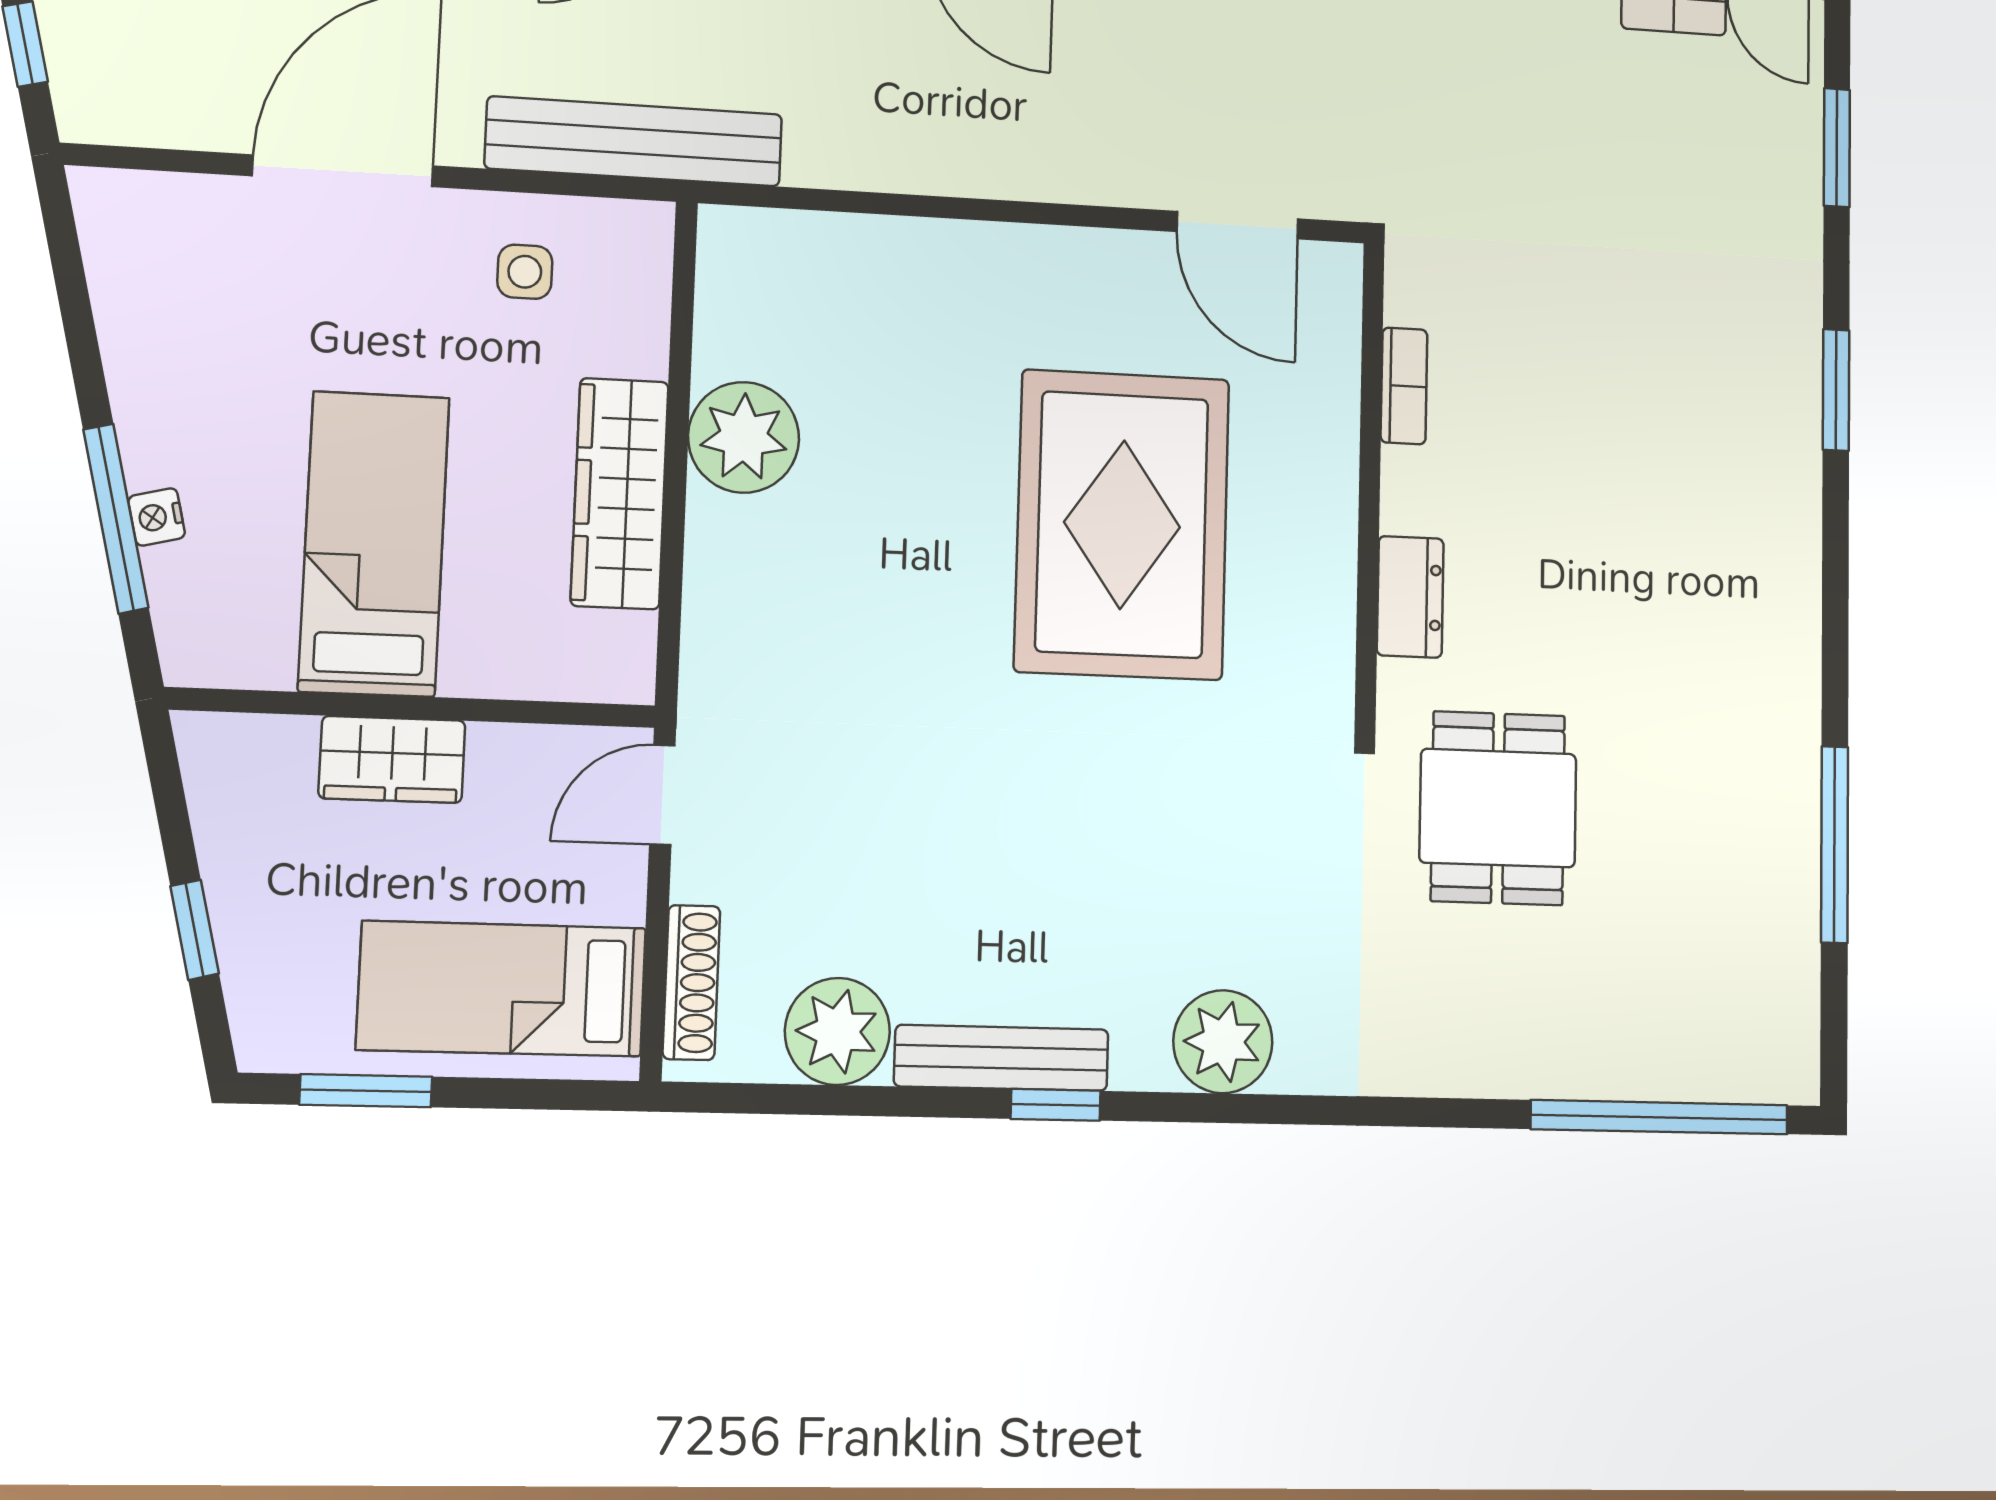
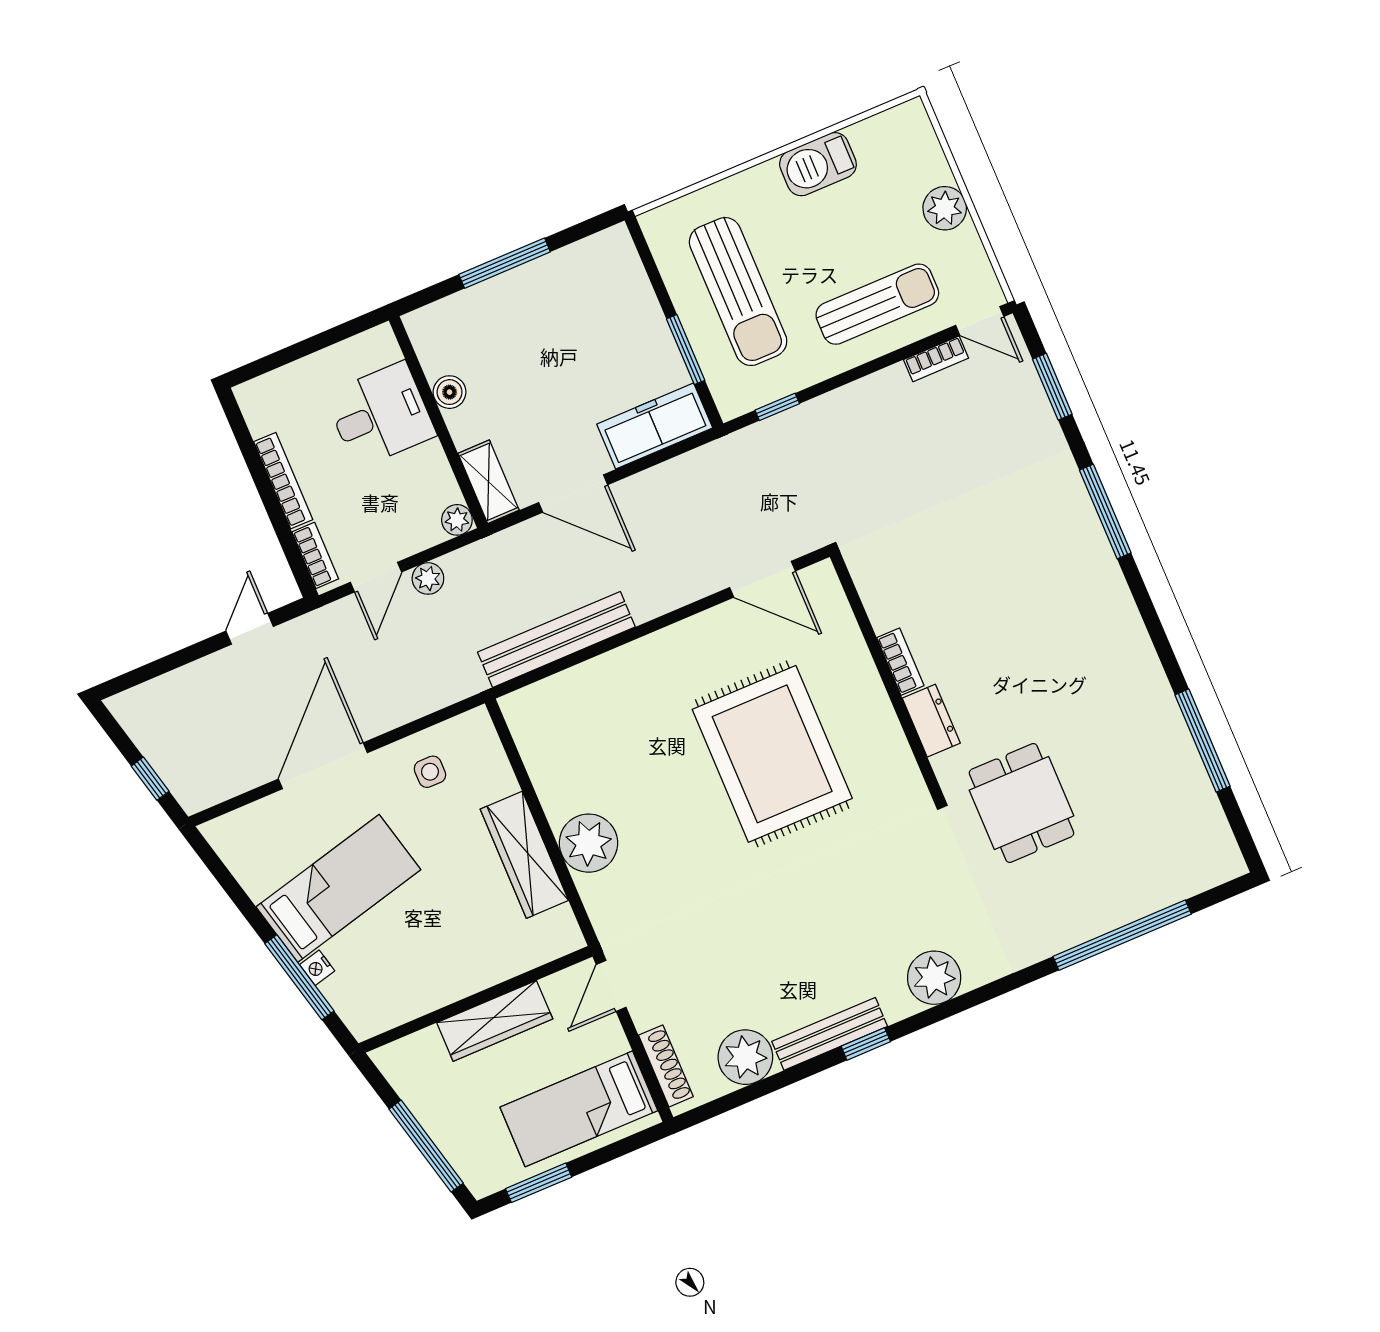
bench: (634, 141) -> (556, 639), moved
bookcase: (1404, 386) -> (900, 662), moved
window: (1836, 390) -> (1105, 512), width x1.44
plant: (744, 437) -> (588, 843), moved
bed: (374, 544) -> (338, 888), moved, turned 76
wardrobe: (392, 759) -> (495, 1021), width x1.50
window: (195, 930) -> (426, 1146), width x2.17
window: (1660, 1117) -> (1122, 935), moved

